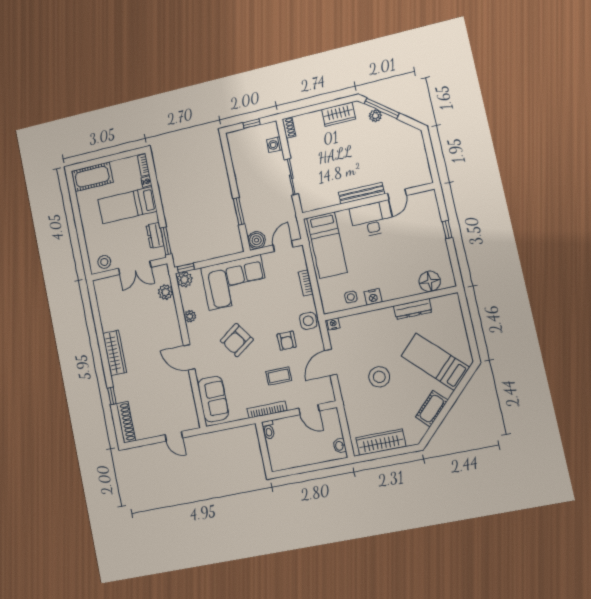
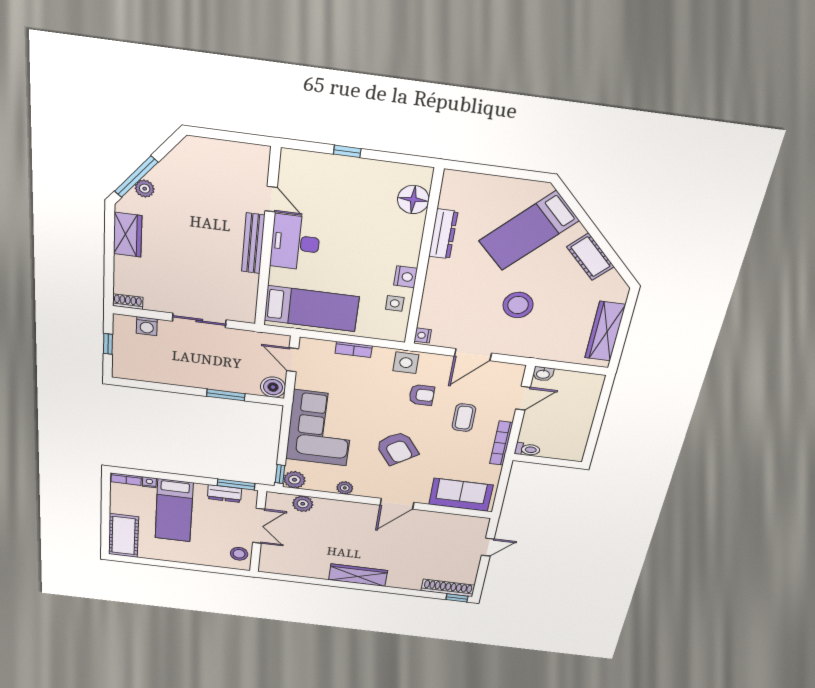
door: (331, 362) -> (473, 355), hinge flipped
window: (112, 396) -> (457, 598), moved
washbasin: (340, 446) -> (543, 374), moved

